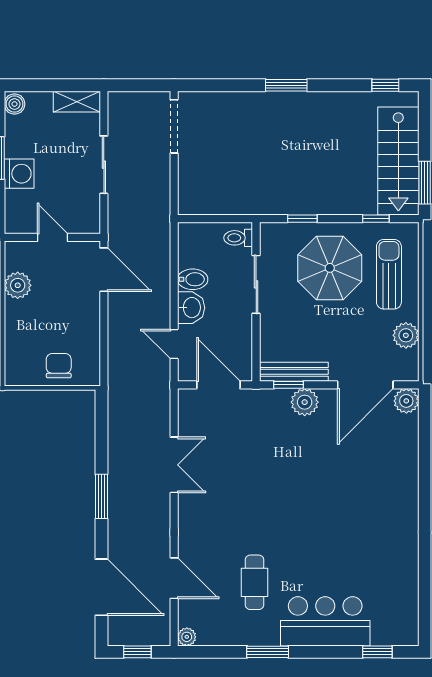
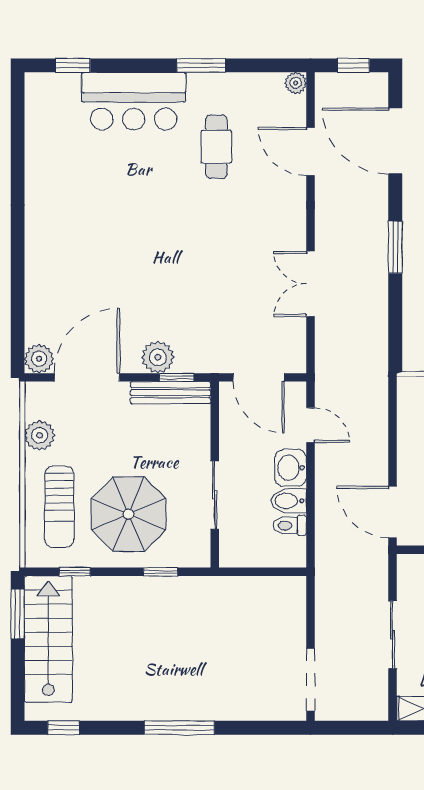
window: (286, 85) -> (179, 728), width x1.44
toilet: (238, 238) -> (290, 525), moved, turned 180

